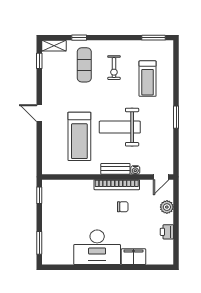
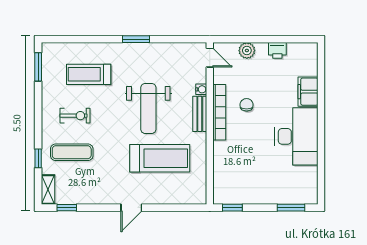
treadmill: (148, 79) -> (89, 74), turned 180

